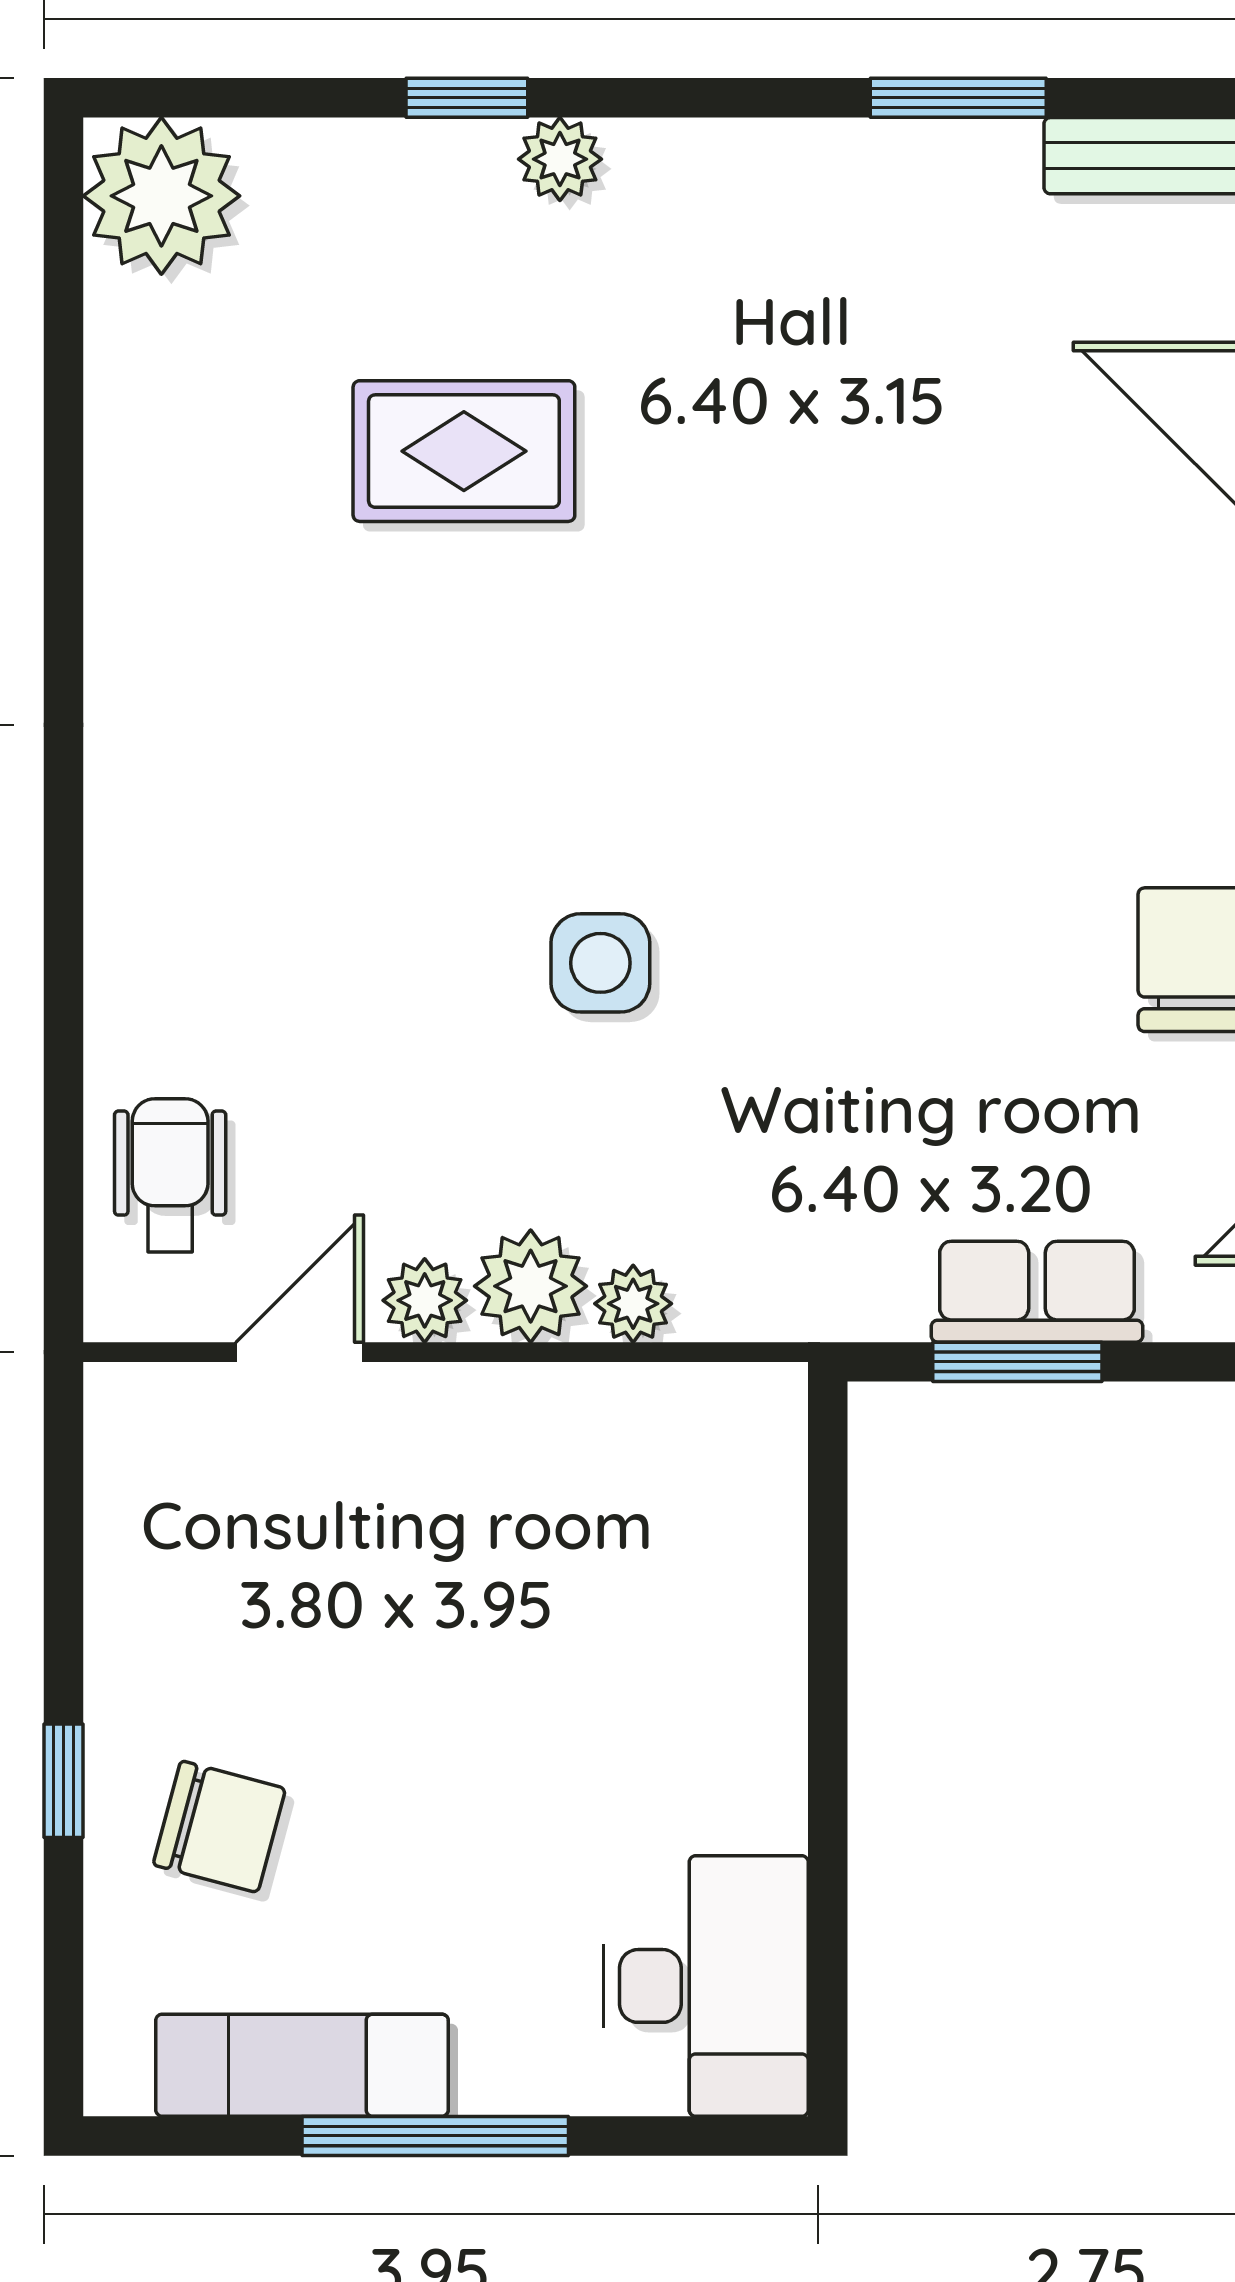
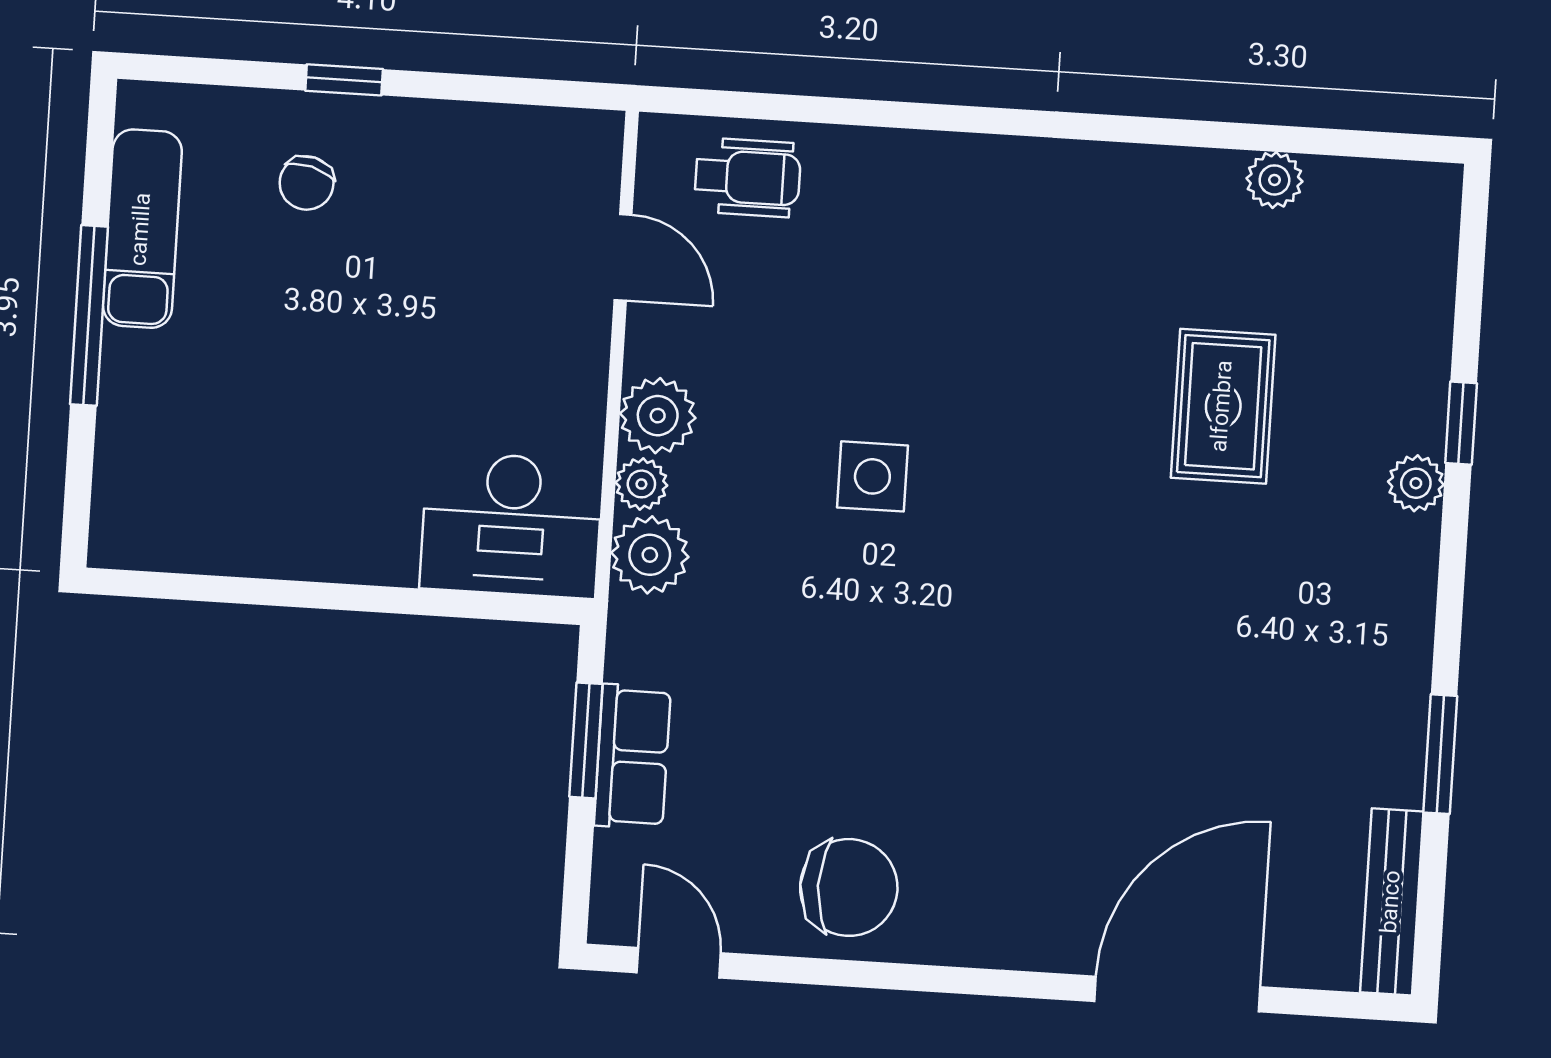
plant: (161, 196) -> (1274, 180), moved, width x0.53, depth x0.53
plant: (425, 1300) -> (650, 555), moved, width x1.38, depth x1.38
chair: (219, 1827) -> (307, 183), width x0.73, depth x0.73
desk: (706, 1986) -> (511, 525), moved

